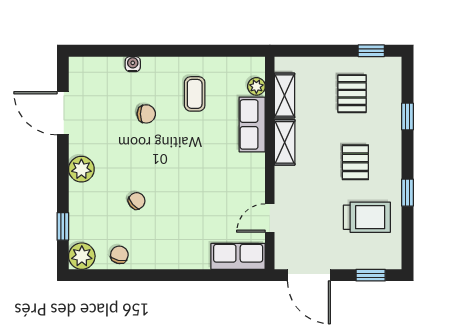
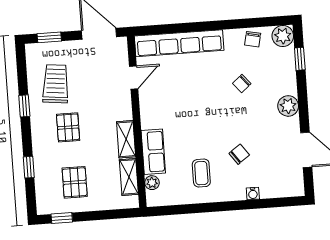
chair: (146, 114) -> (239, 154), turned 144
trolley: (367, 217) -> (56, 84), turned 96
row of seats: (238, 256) -> (179, 43), width x2.02

